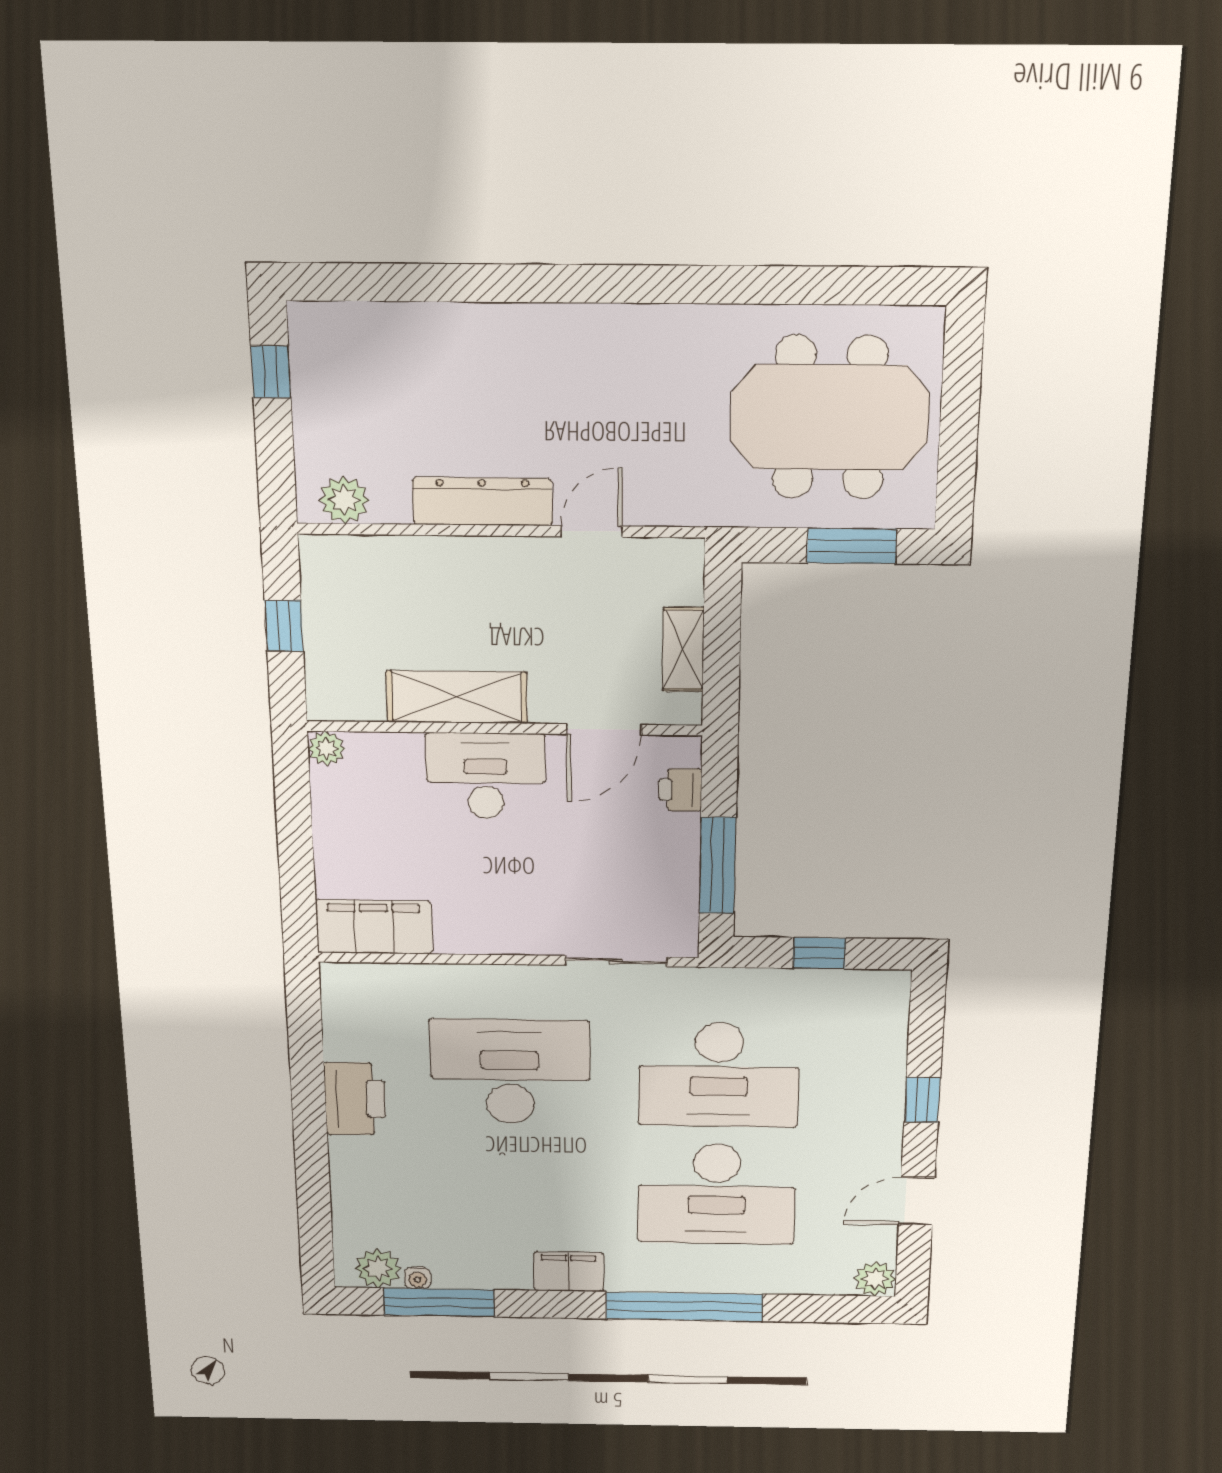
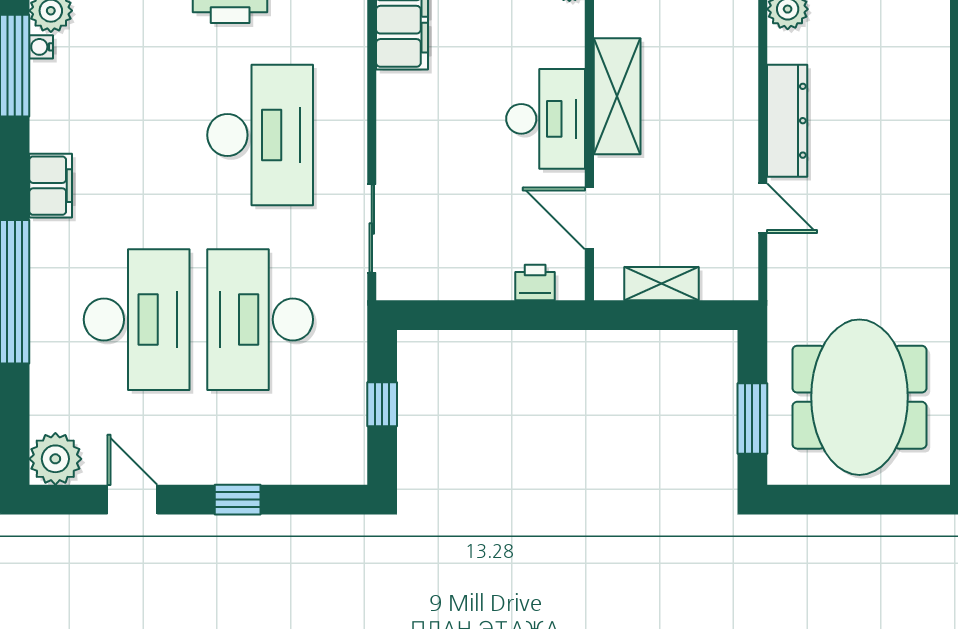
window: (718, 865) -> (465, 315), removed
desk: (717, 1194) -> (137, 320), turned 180
plant: (875, 1279) -> (55, 459), width x1.36, depth x1.36

